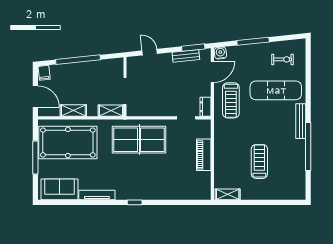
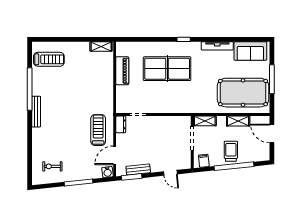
filing cabinet: (44, 73) -> (204, 161), moved
trolley: (82, 77) -> (231, 151), added
exercise mat: (276, 90) -> (58, 139), removed
table tennis table: (139, 140) -> (167, 69), moved
piano: (204, 155) -> (122, 71), moved
treadmill: (259, 161) -> (49, 59), moved, turned -90

